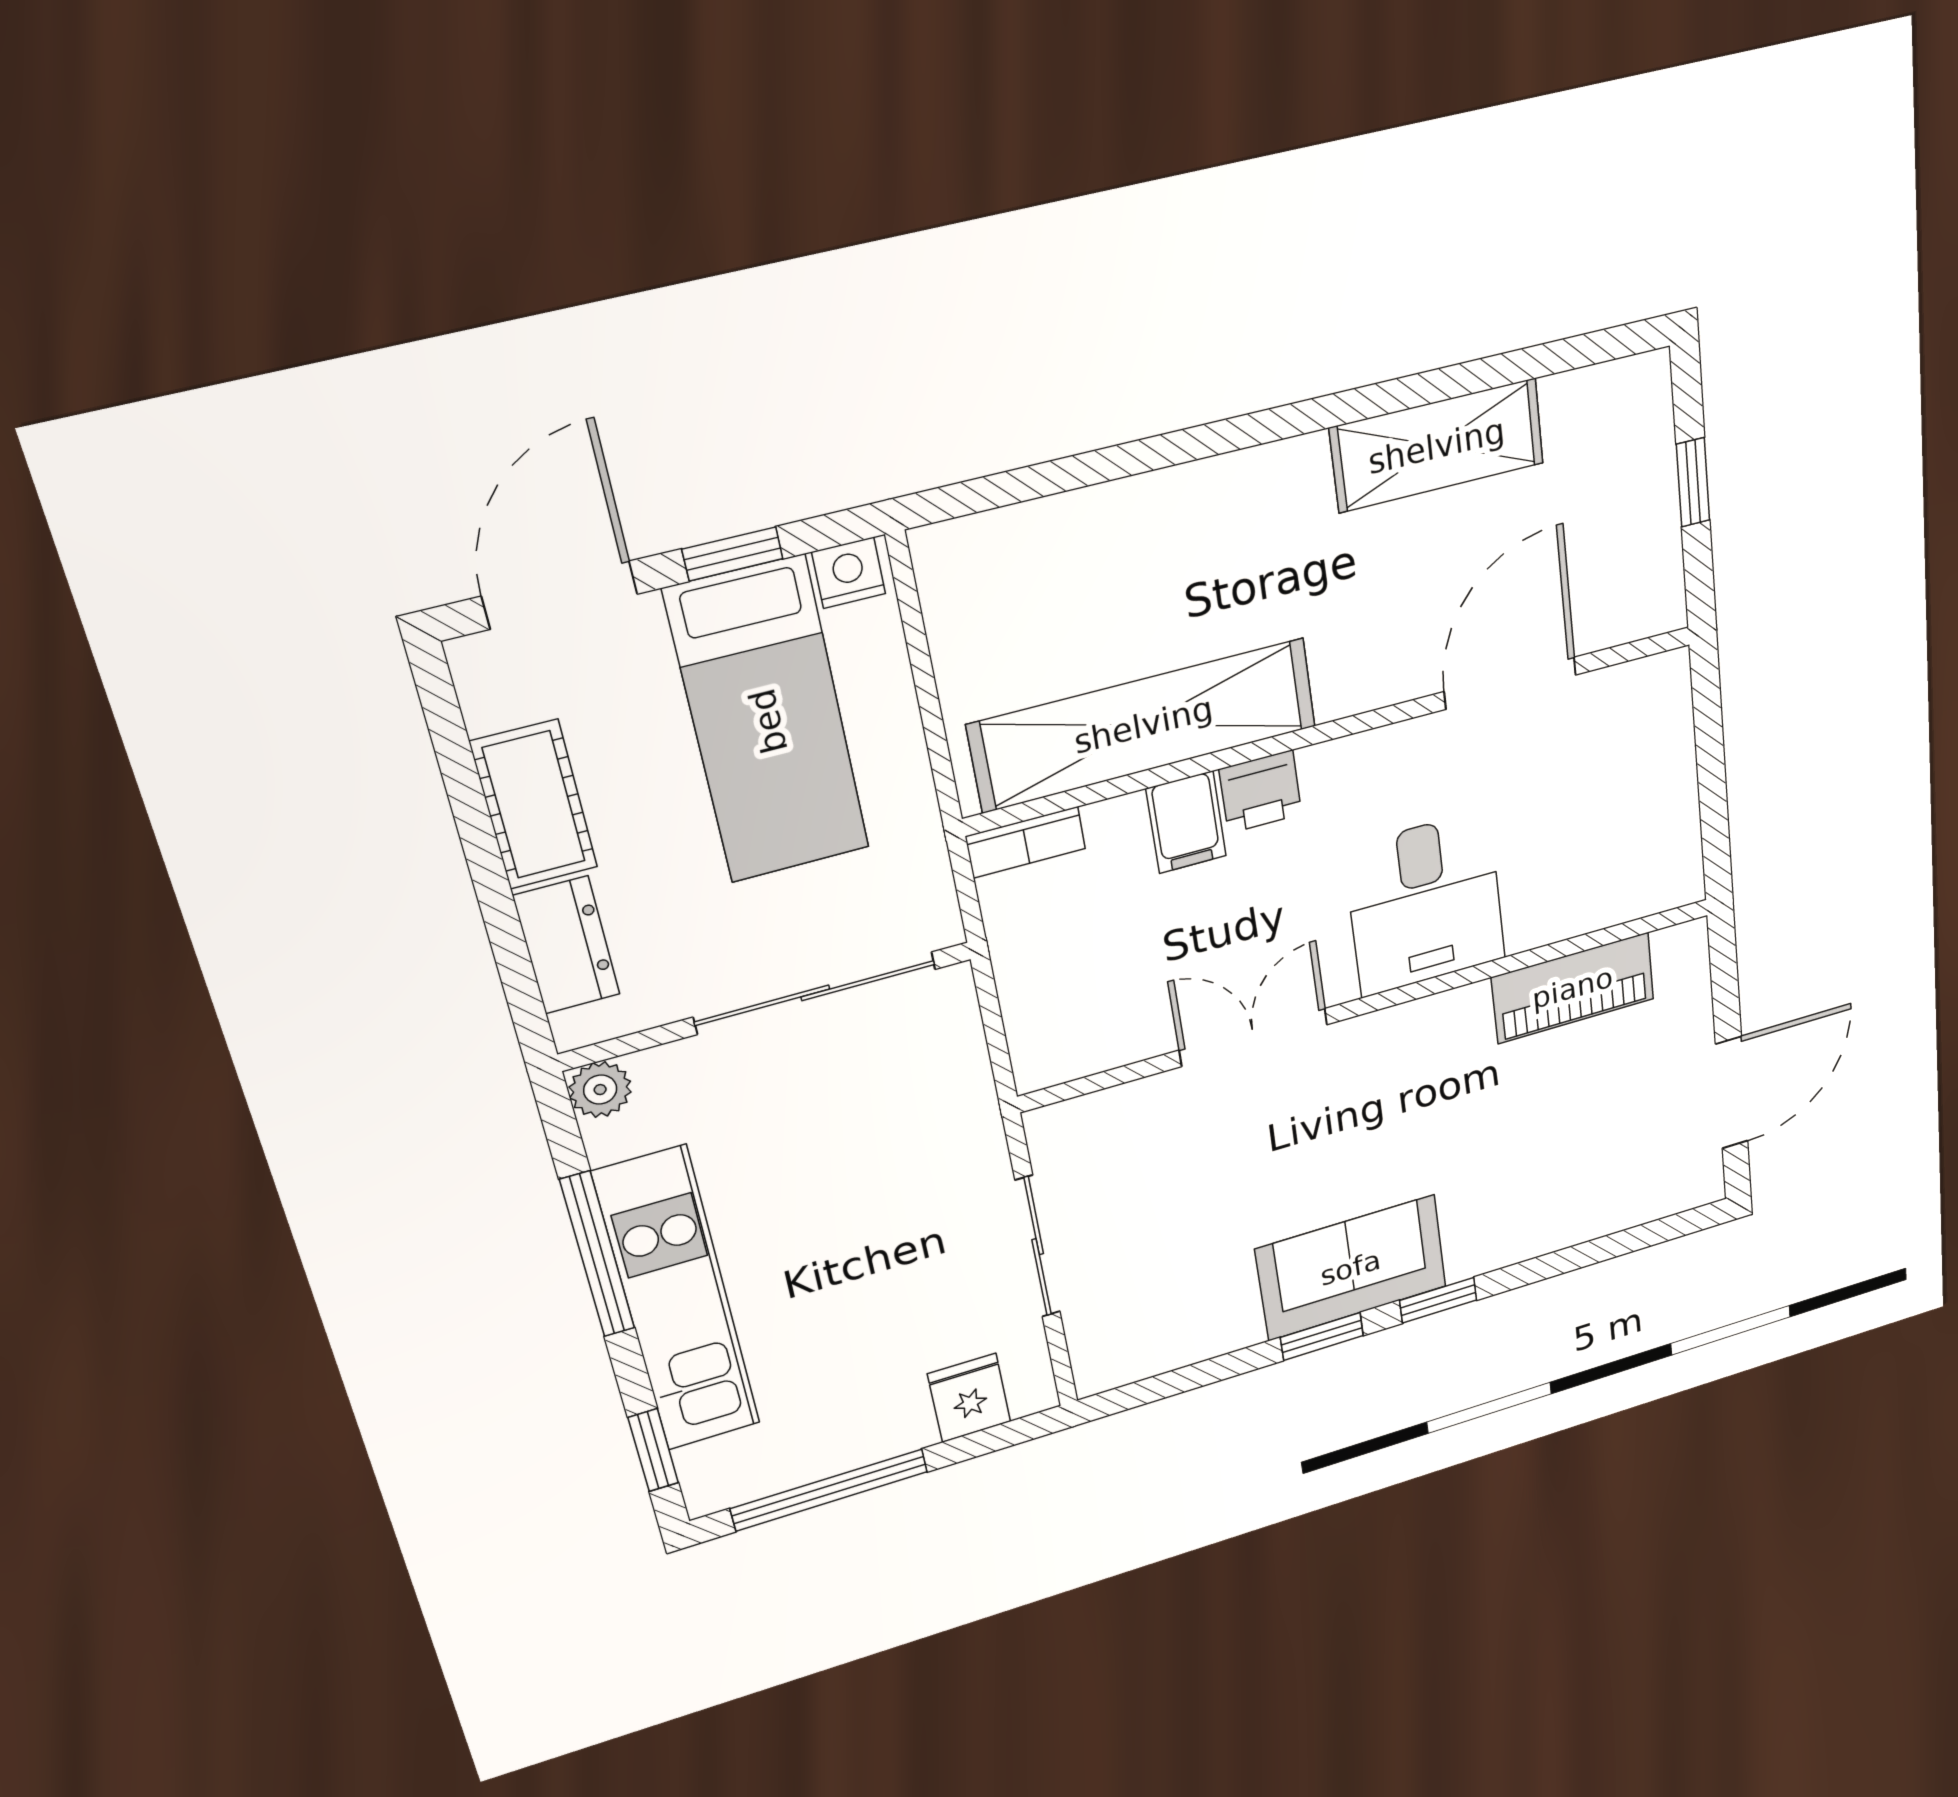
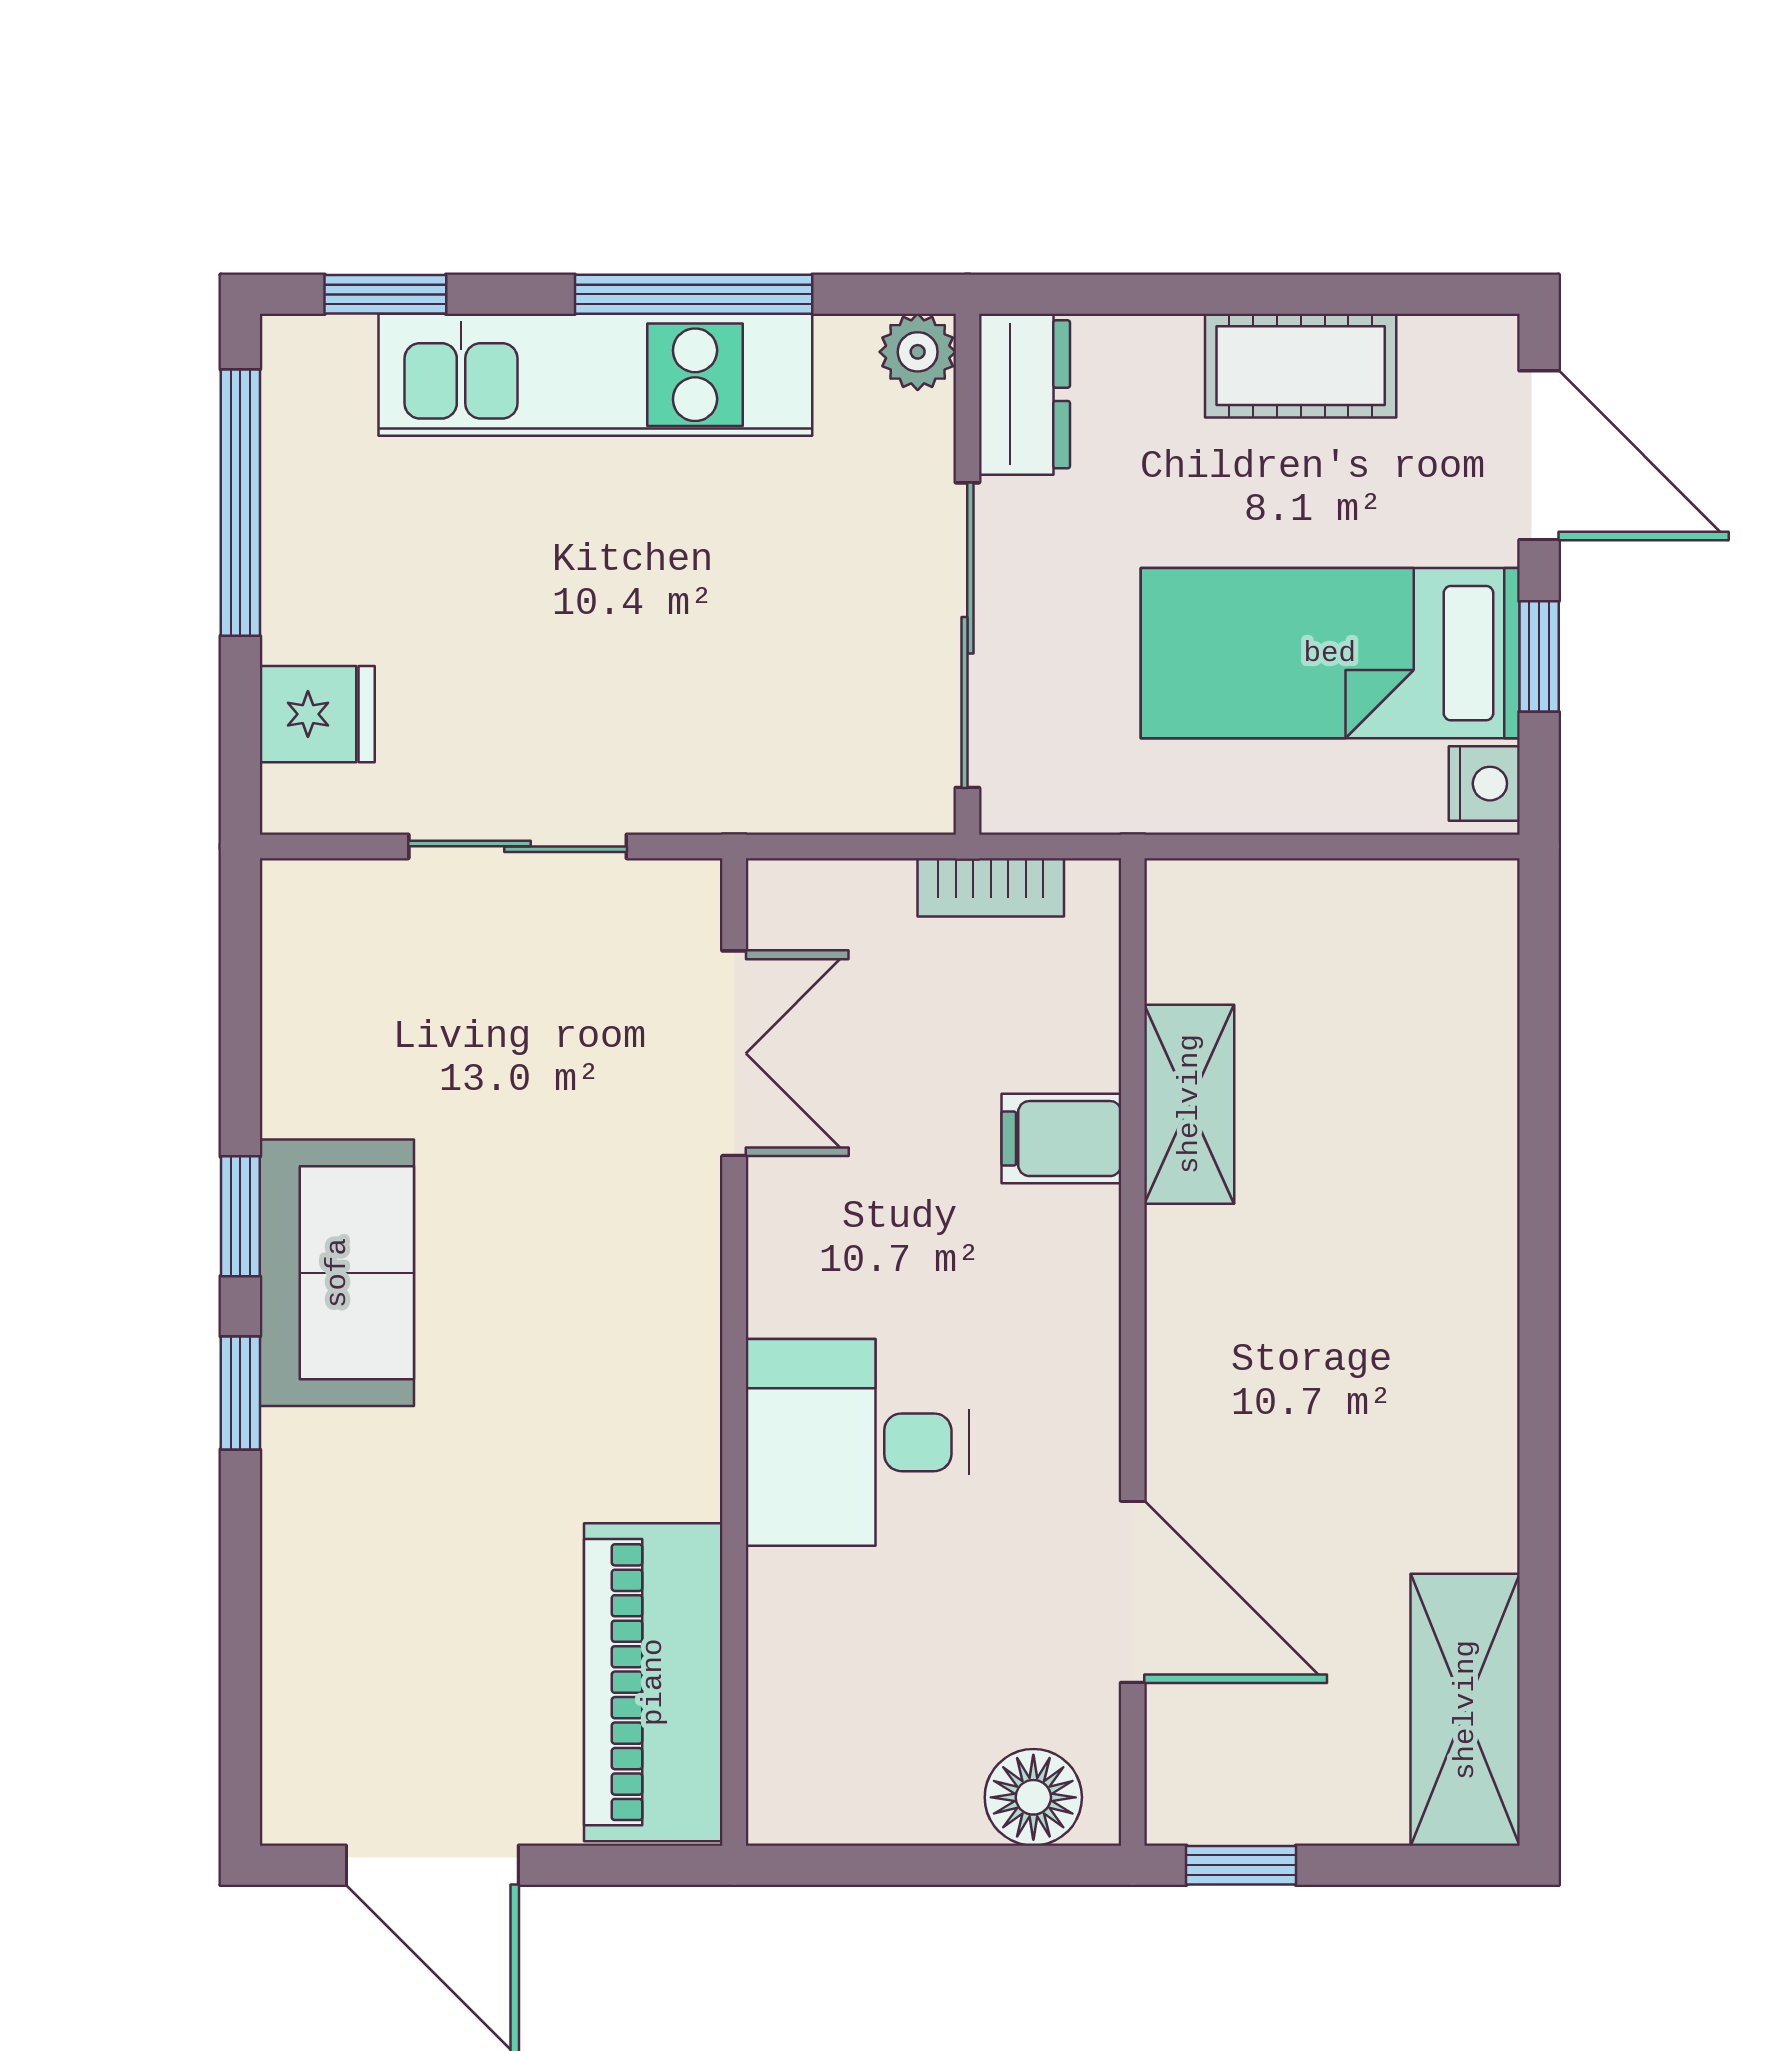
shelving: (1437, 446) -> (1465, 1710), moved
window: (1693, 482) -> (1241, 1865), moved
floor lamp: (1660, 715) -> (1033, 1797), added
shelving: (1144, 725) -> (1189, 1104), width x0.45, depth x0.75
printer: (1261, 792) -> (1076, 1241), removed
bookcase: (1026, 842) -> (991, 887), moved, turned -90
dresser: (567, 945) -> (1024, 394), moved, turned -90
piano: (1573, 988) -> (653, 1682), width x1.37, depth x1.33
double door: (1254, 1037) -> (734, 1053), moved

